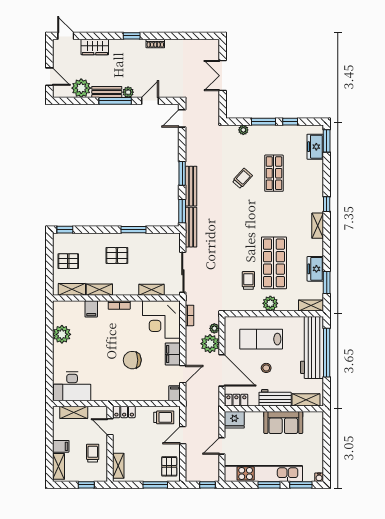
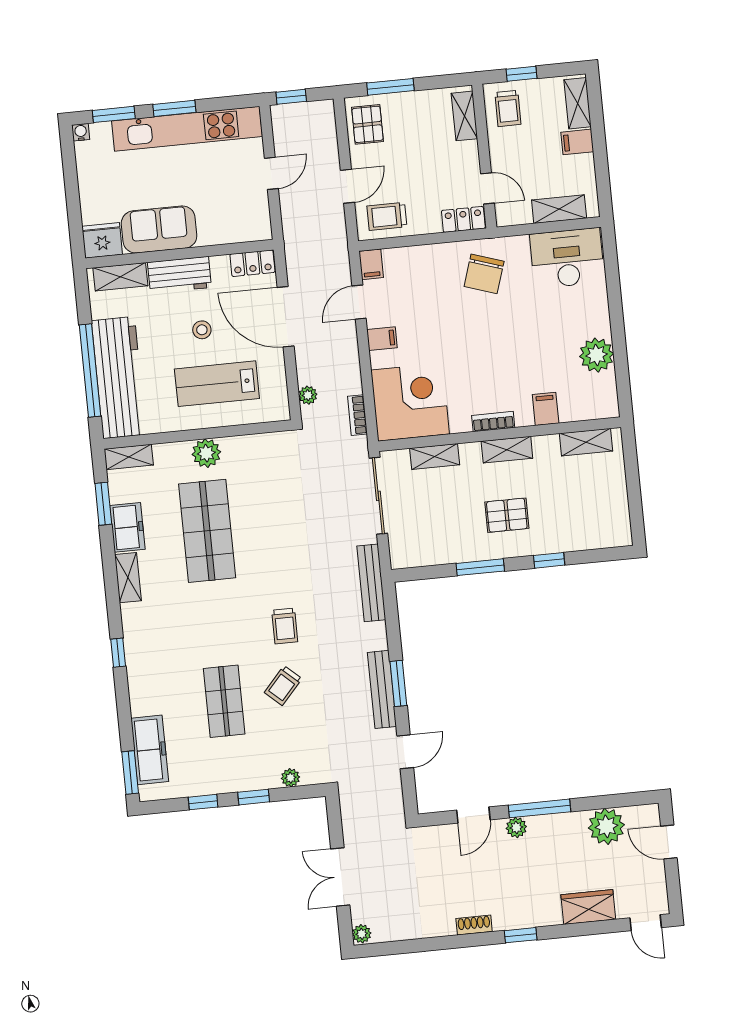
double door: (223, 76) -> (340, 877), swing flipped
bench: (107, 92) -> (557, 824), removed
door: (182, 118) -> (405, 752), moved
window: (264, 122) -> (254, 797), width x0.67
freezer: (315, 147) -> (150, 750), width x1.40
bench: (191, 186) -> (382, 689), moved
window: (182, 211) -> (391, 612), removed
shelving: (318, 226) -> (128, 578), moved
window: (65, 230) -> (549, 560), moved
pallet: (68, 261) -> (598, 495), removed
trolley: (248, 280) -> (285, 626), moved
shelving: (99, 290) -> (507, 450), moved
lab bench: (261, 339) -> (217, 384), turned 180
plant: (210, 344) -> (362, 934), moved, width x0.53, depth x0.53
filing cabinet: (173, 354) -> (382, 339), width x0.50
chair: (132, 360) -> (484, 274), moved, turned 108
fridge: (234, 420) -> (102, 240), moved
trolley: (93, 453) -> (508, 108), moved

